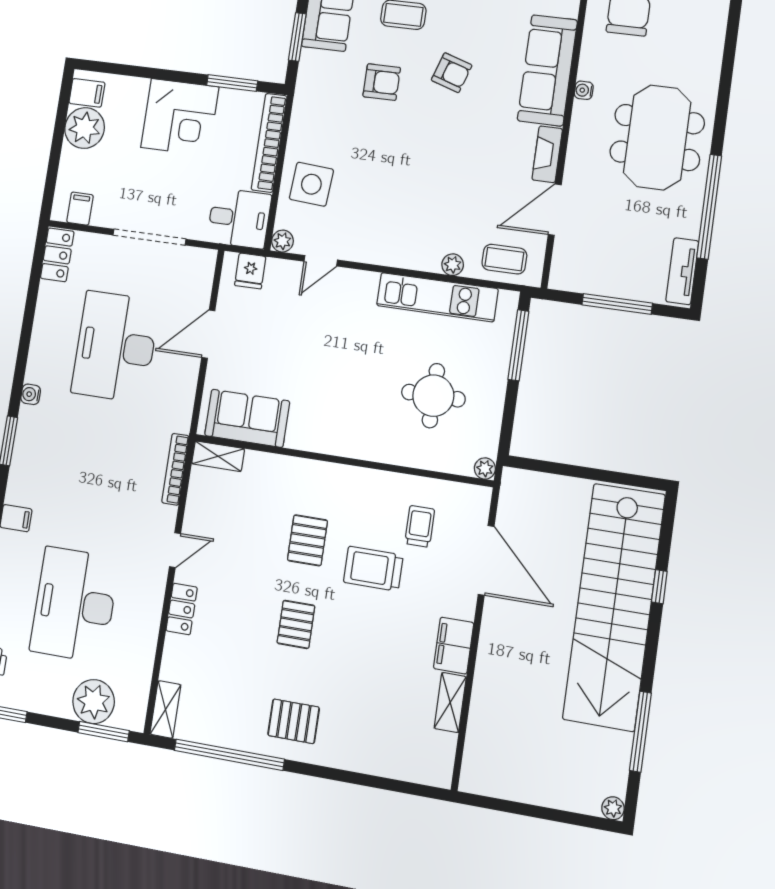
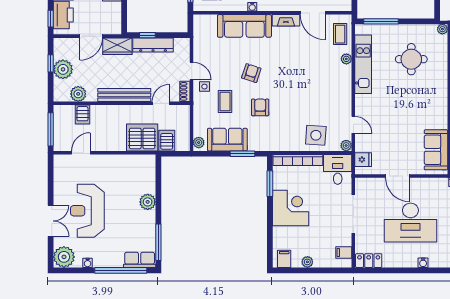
plant: (85, 128) -> (307, 262), width x0.53, depth x0.53
water cooler: (31, 394) -> (423, 263), moved

